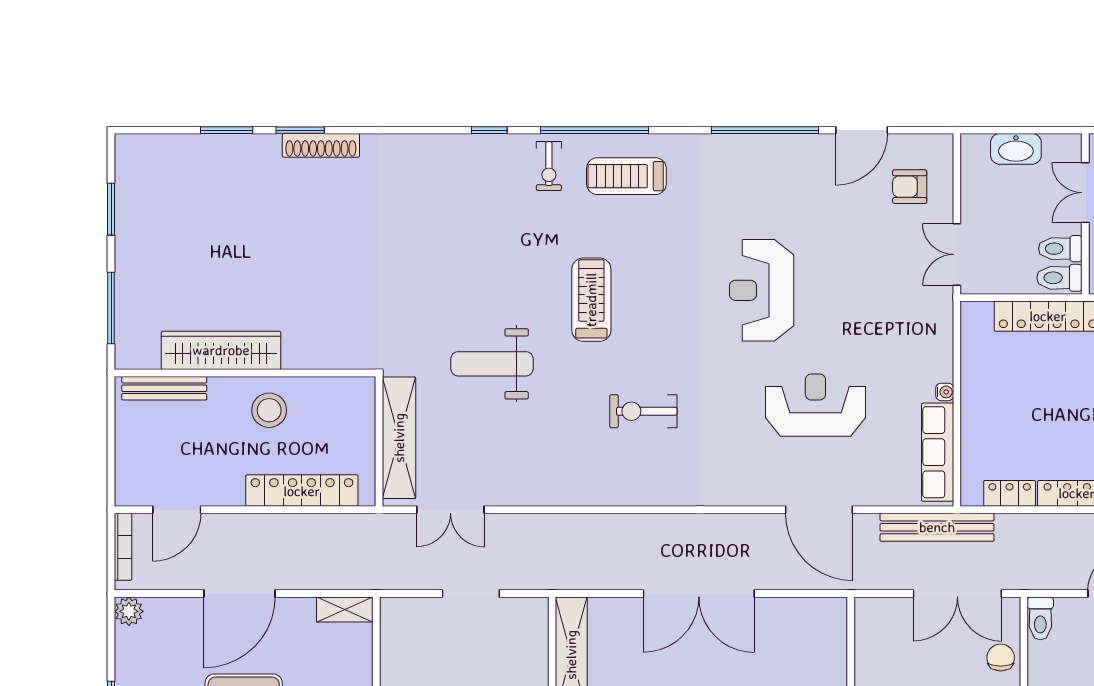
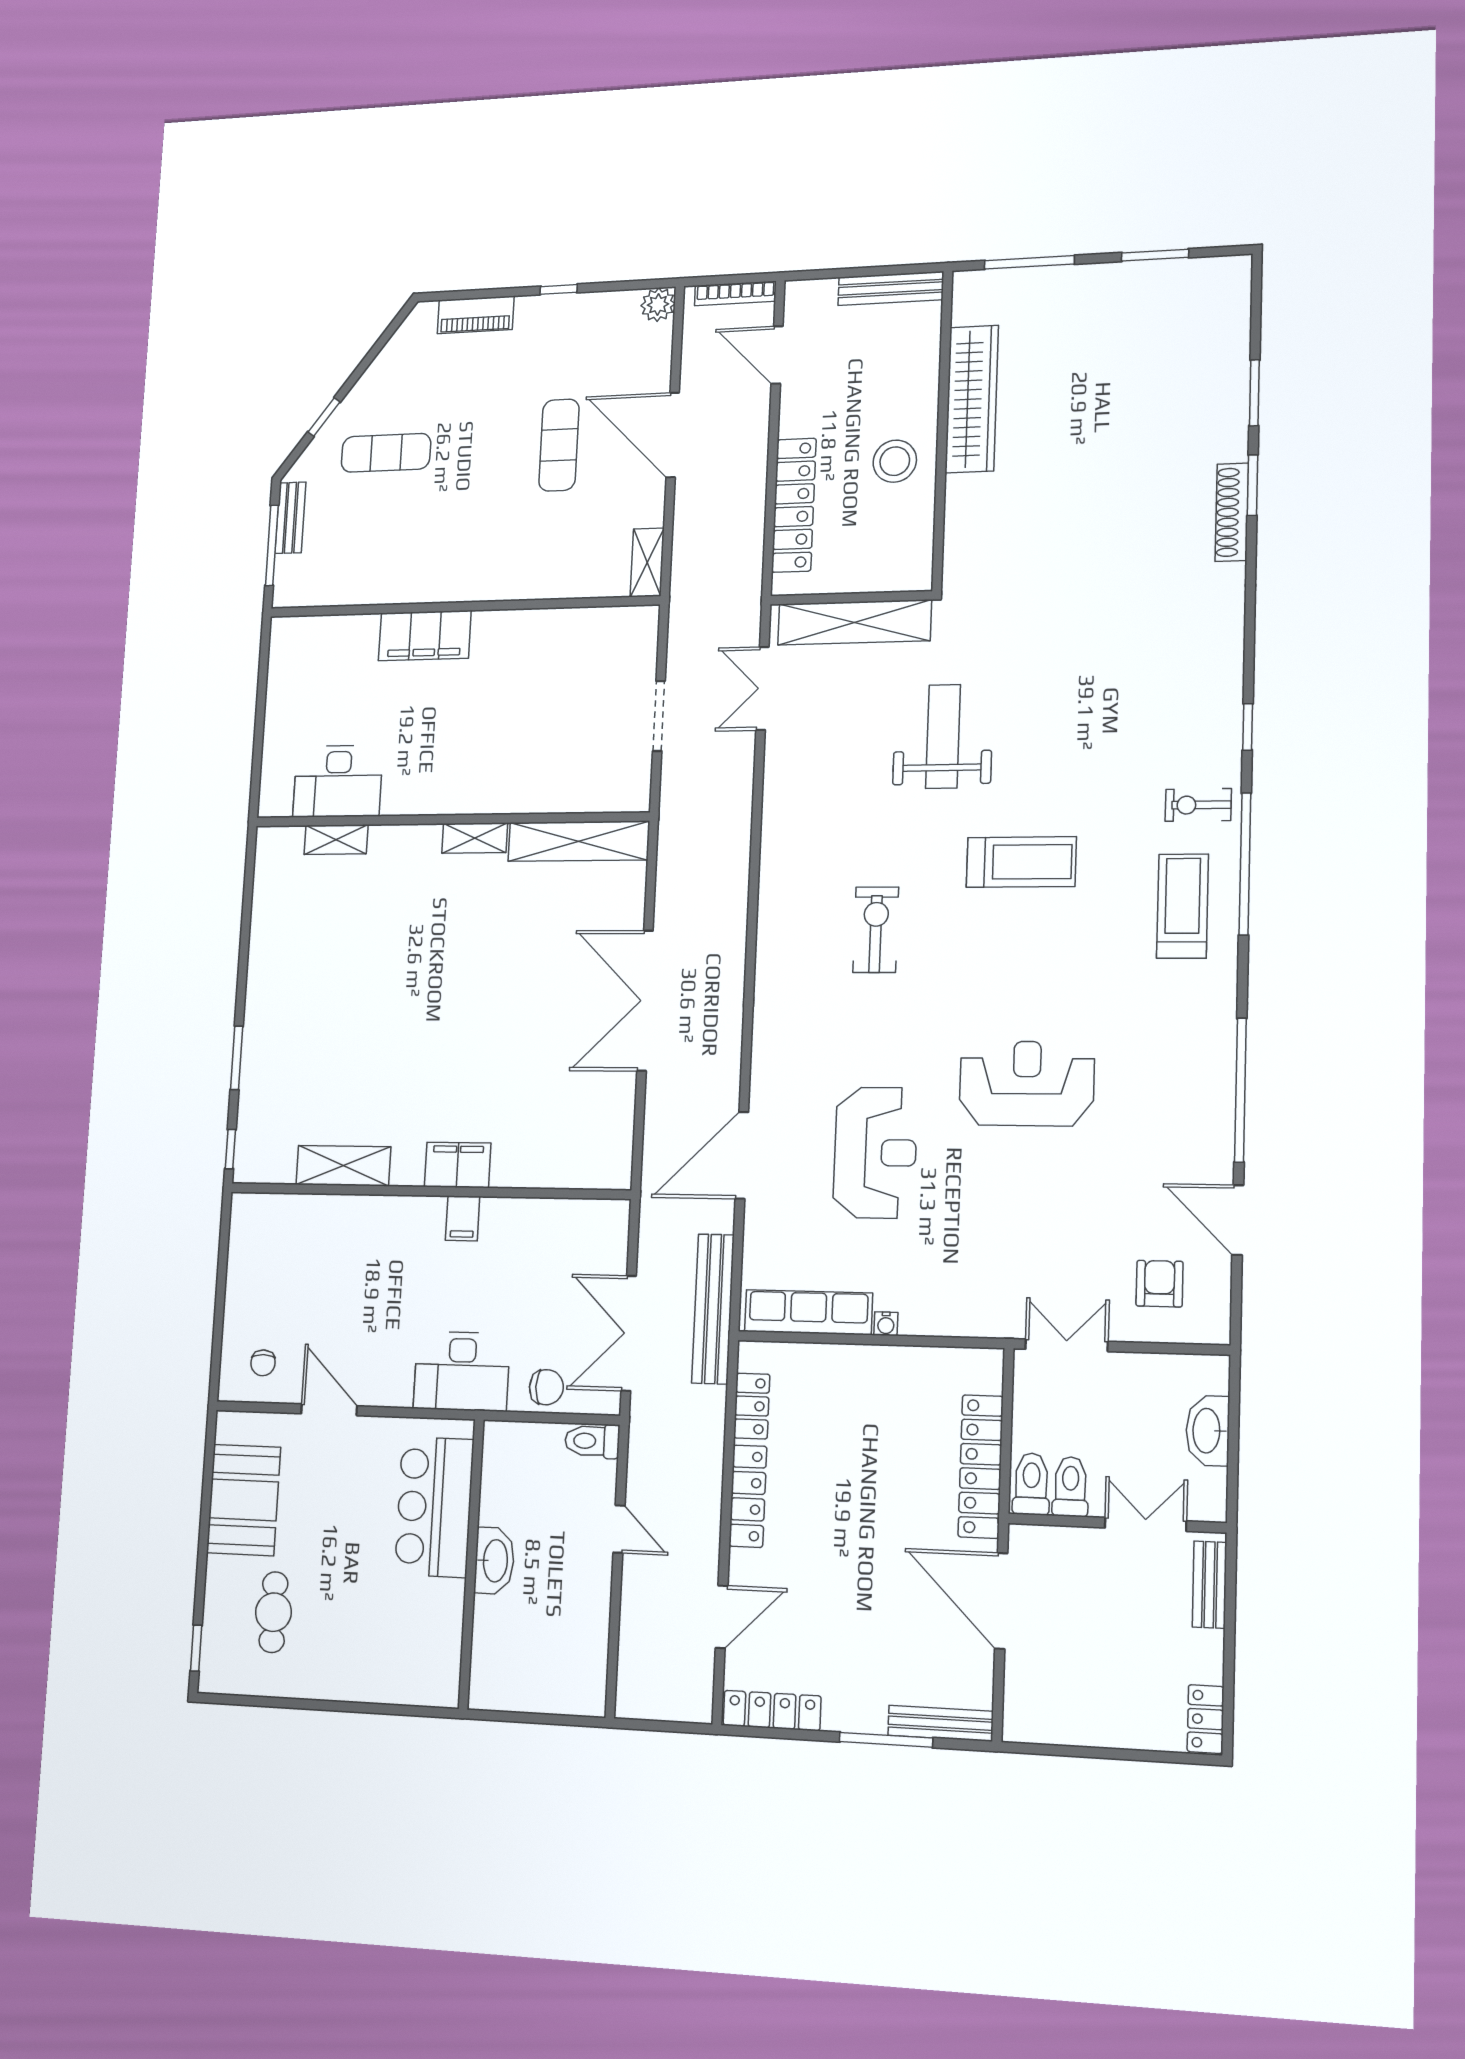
bench: (164, 388) -> (891, 289), moved, turned 90

